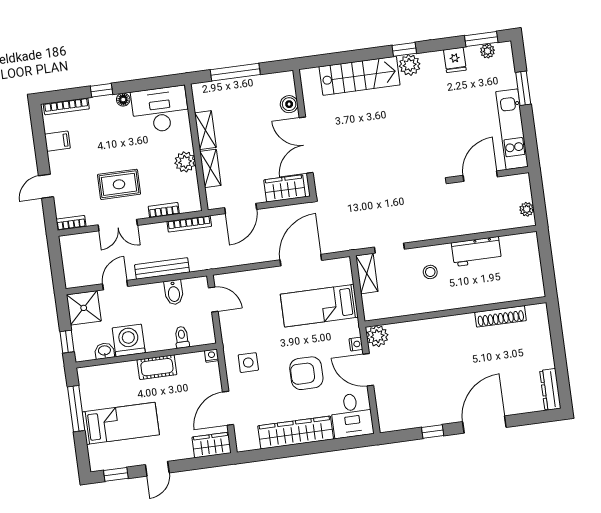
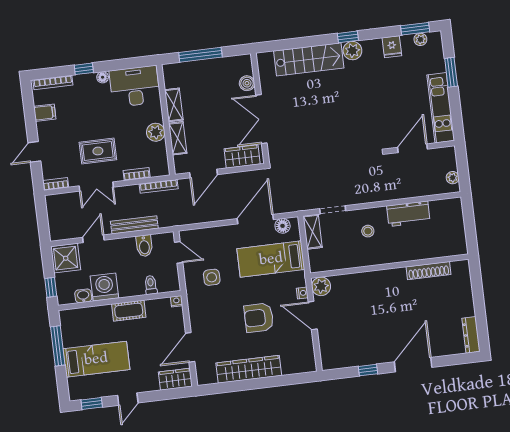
floor lamp: (332, 267) -> (283, 226), added
side table: (248, 363) -> (212, 277), moved
desk: (352, 415) -> (298, 355), removed

